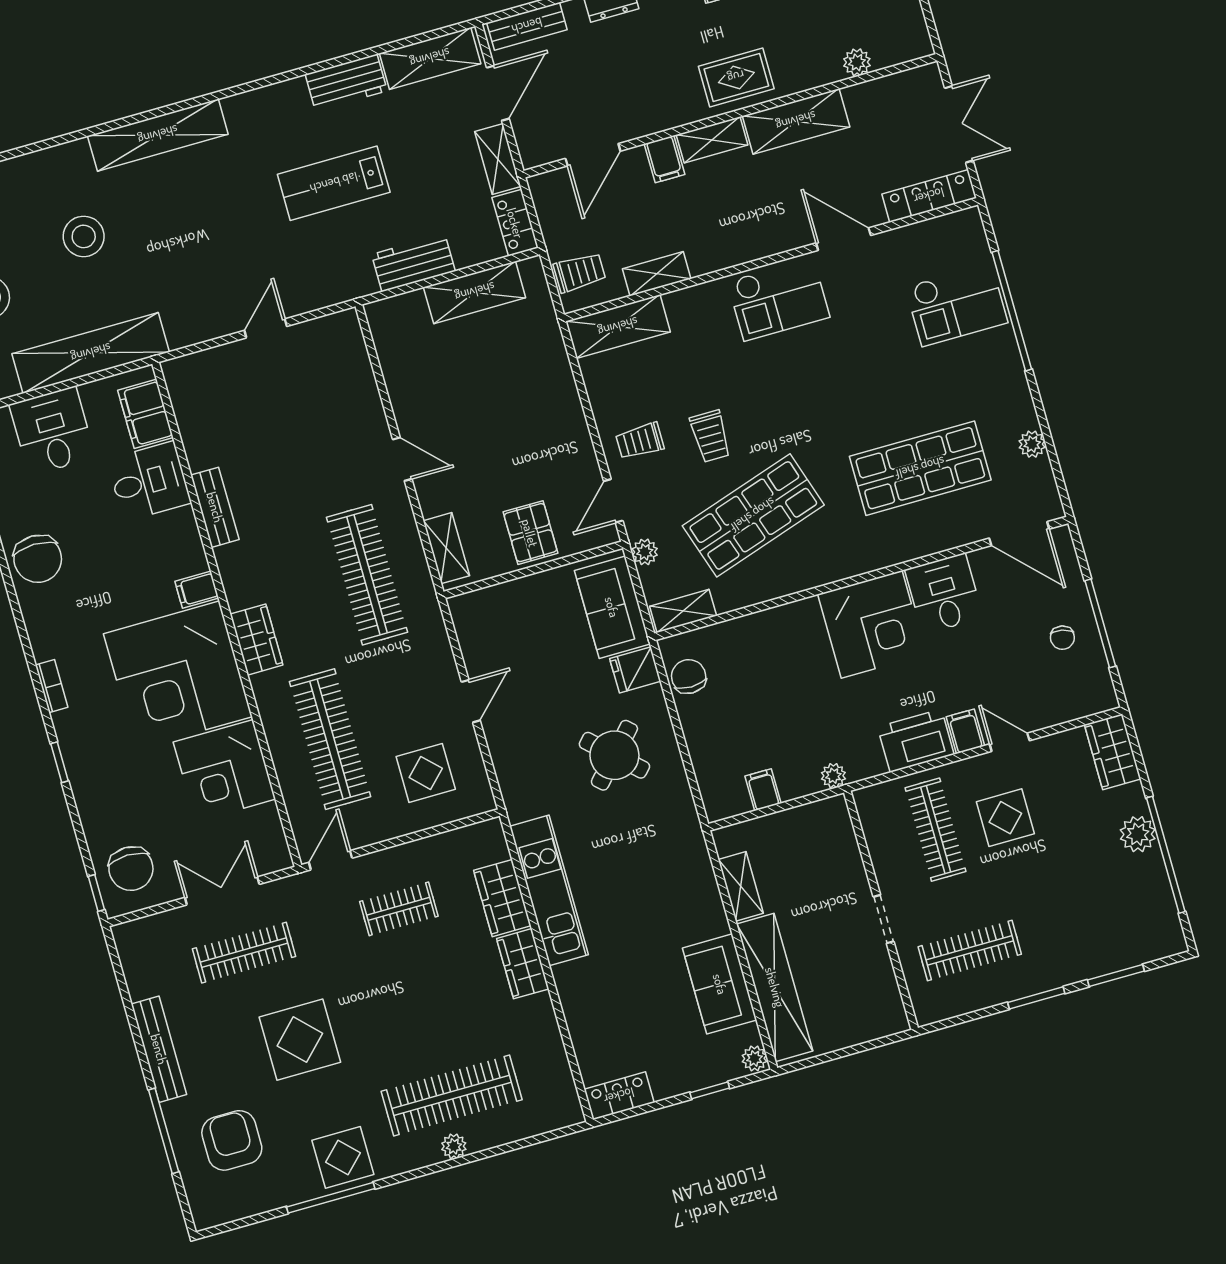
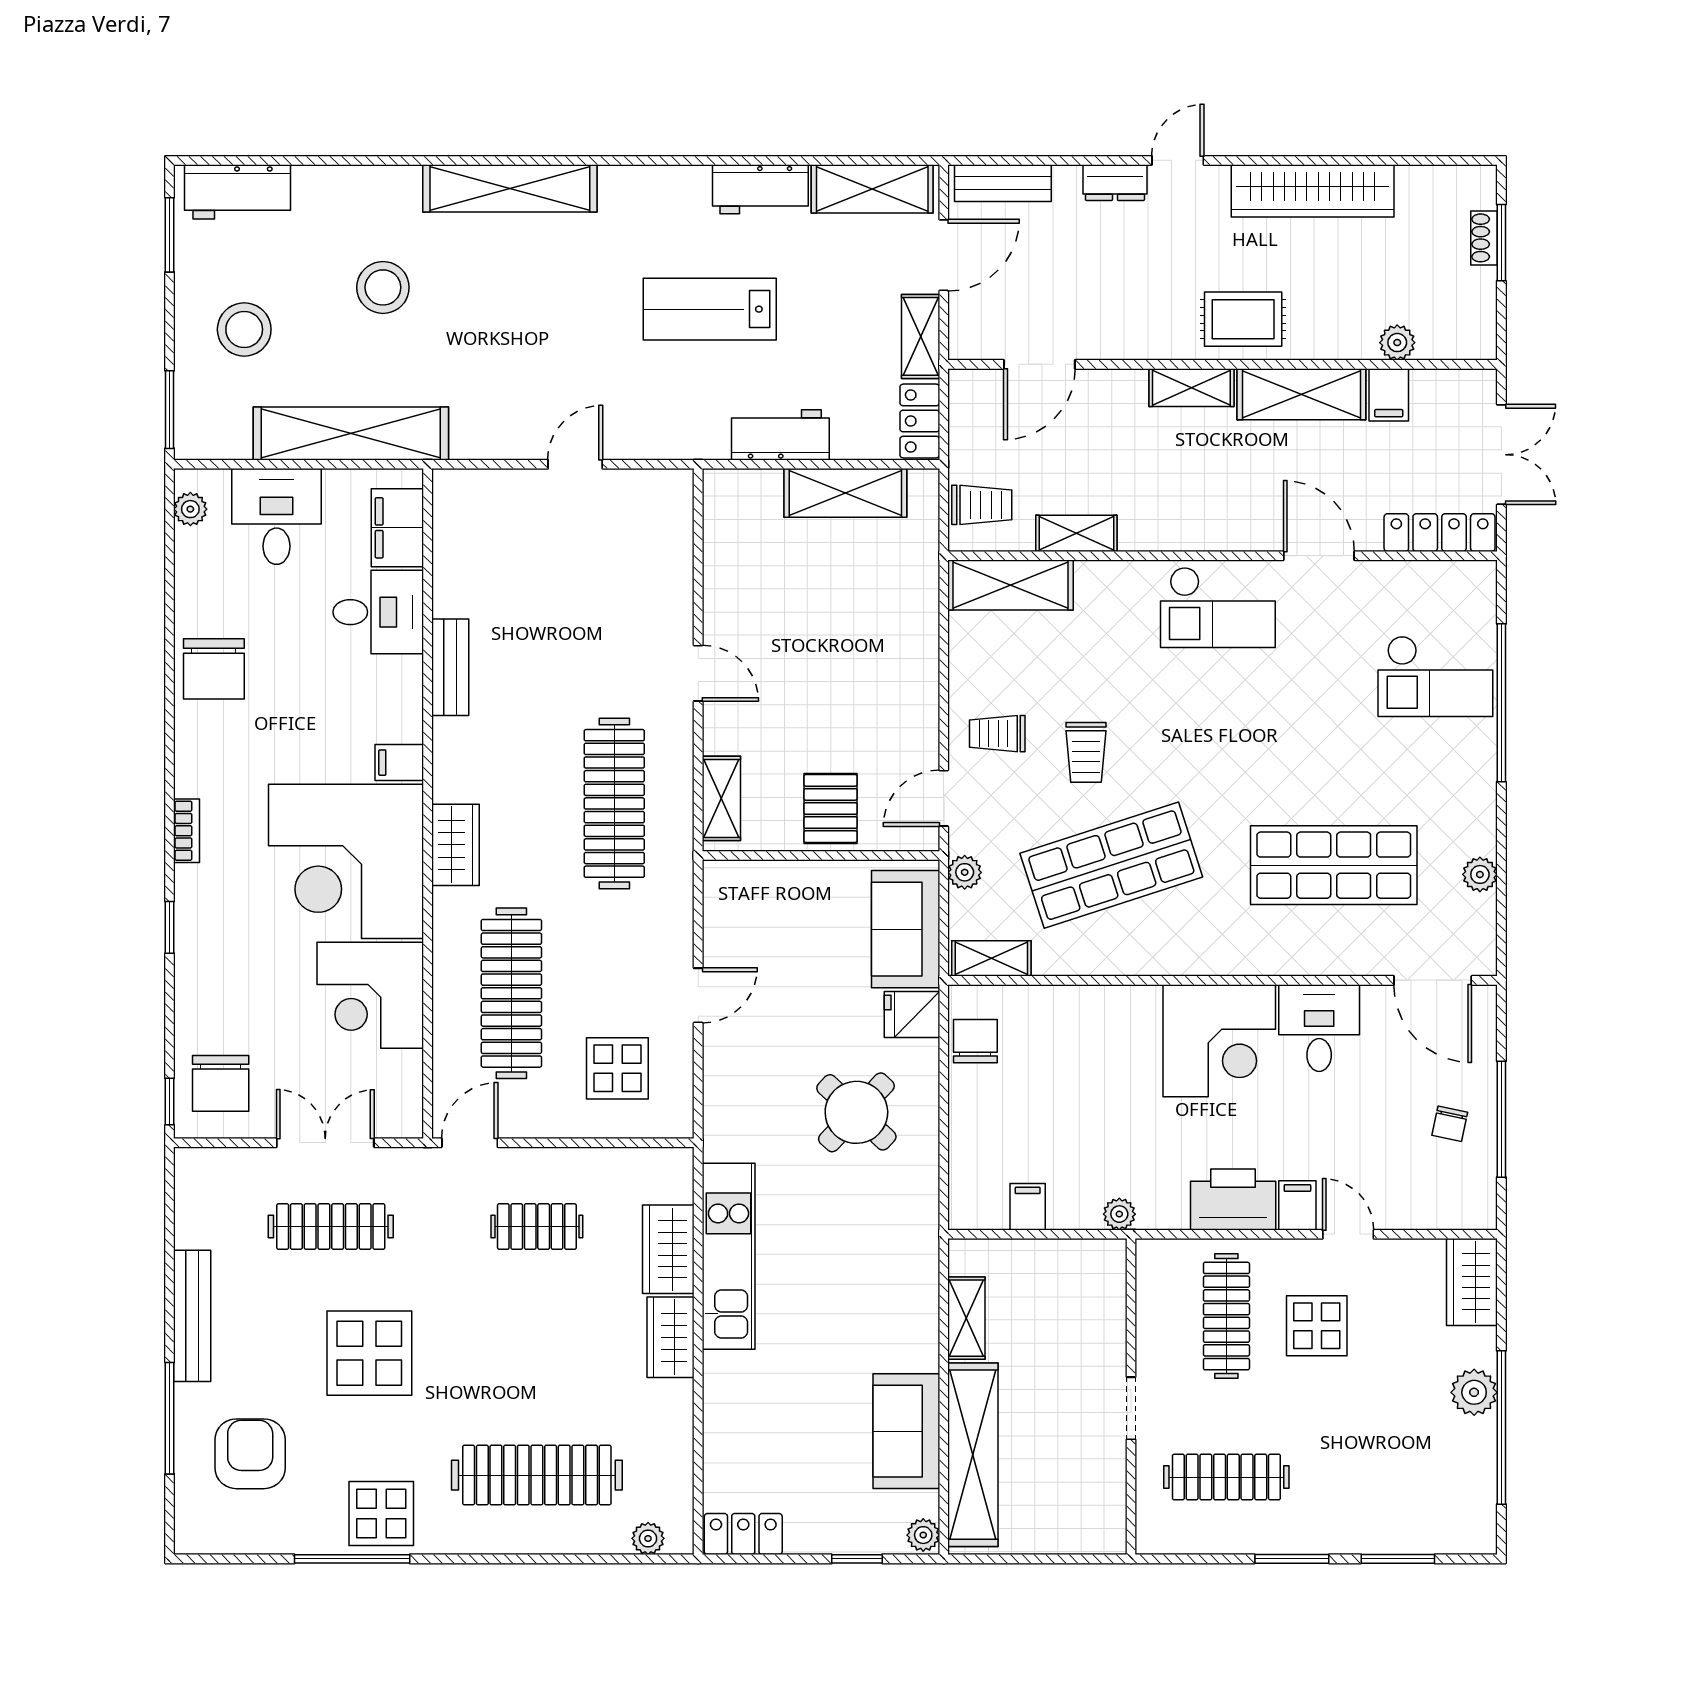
filing cabinet: (664, 159) -> (1389, 395), moved
plant: (454, 1146) -> (648, 1538), moved

